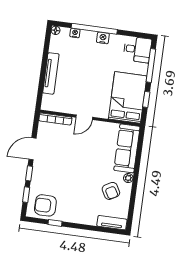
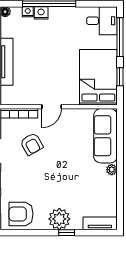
nightstand: (103, 38) -> (41, 13), moved
armchair: (111, 191) -> (32, 144), moved
plant: (78, 214) -> (59, 219), added
window: (55, 223) -> (67, 233), moved

